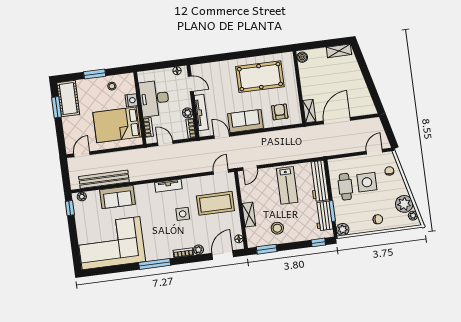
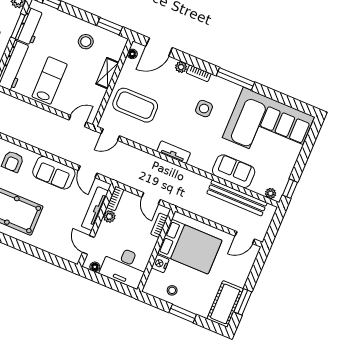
desk: (154, 98) -> (124, 266), moved, turned 90
side table: (183, 214) -> (204, 109), moved

